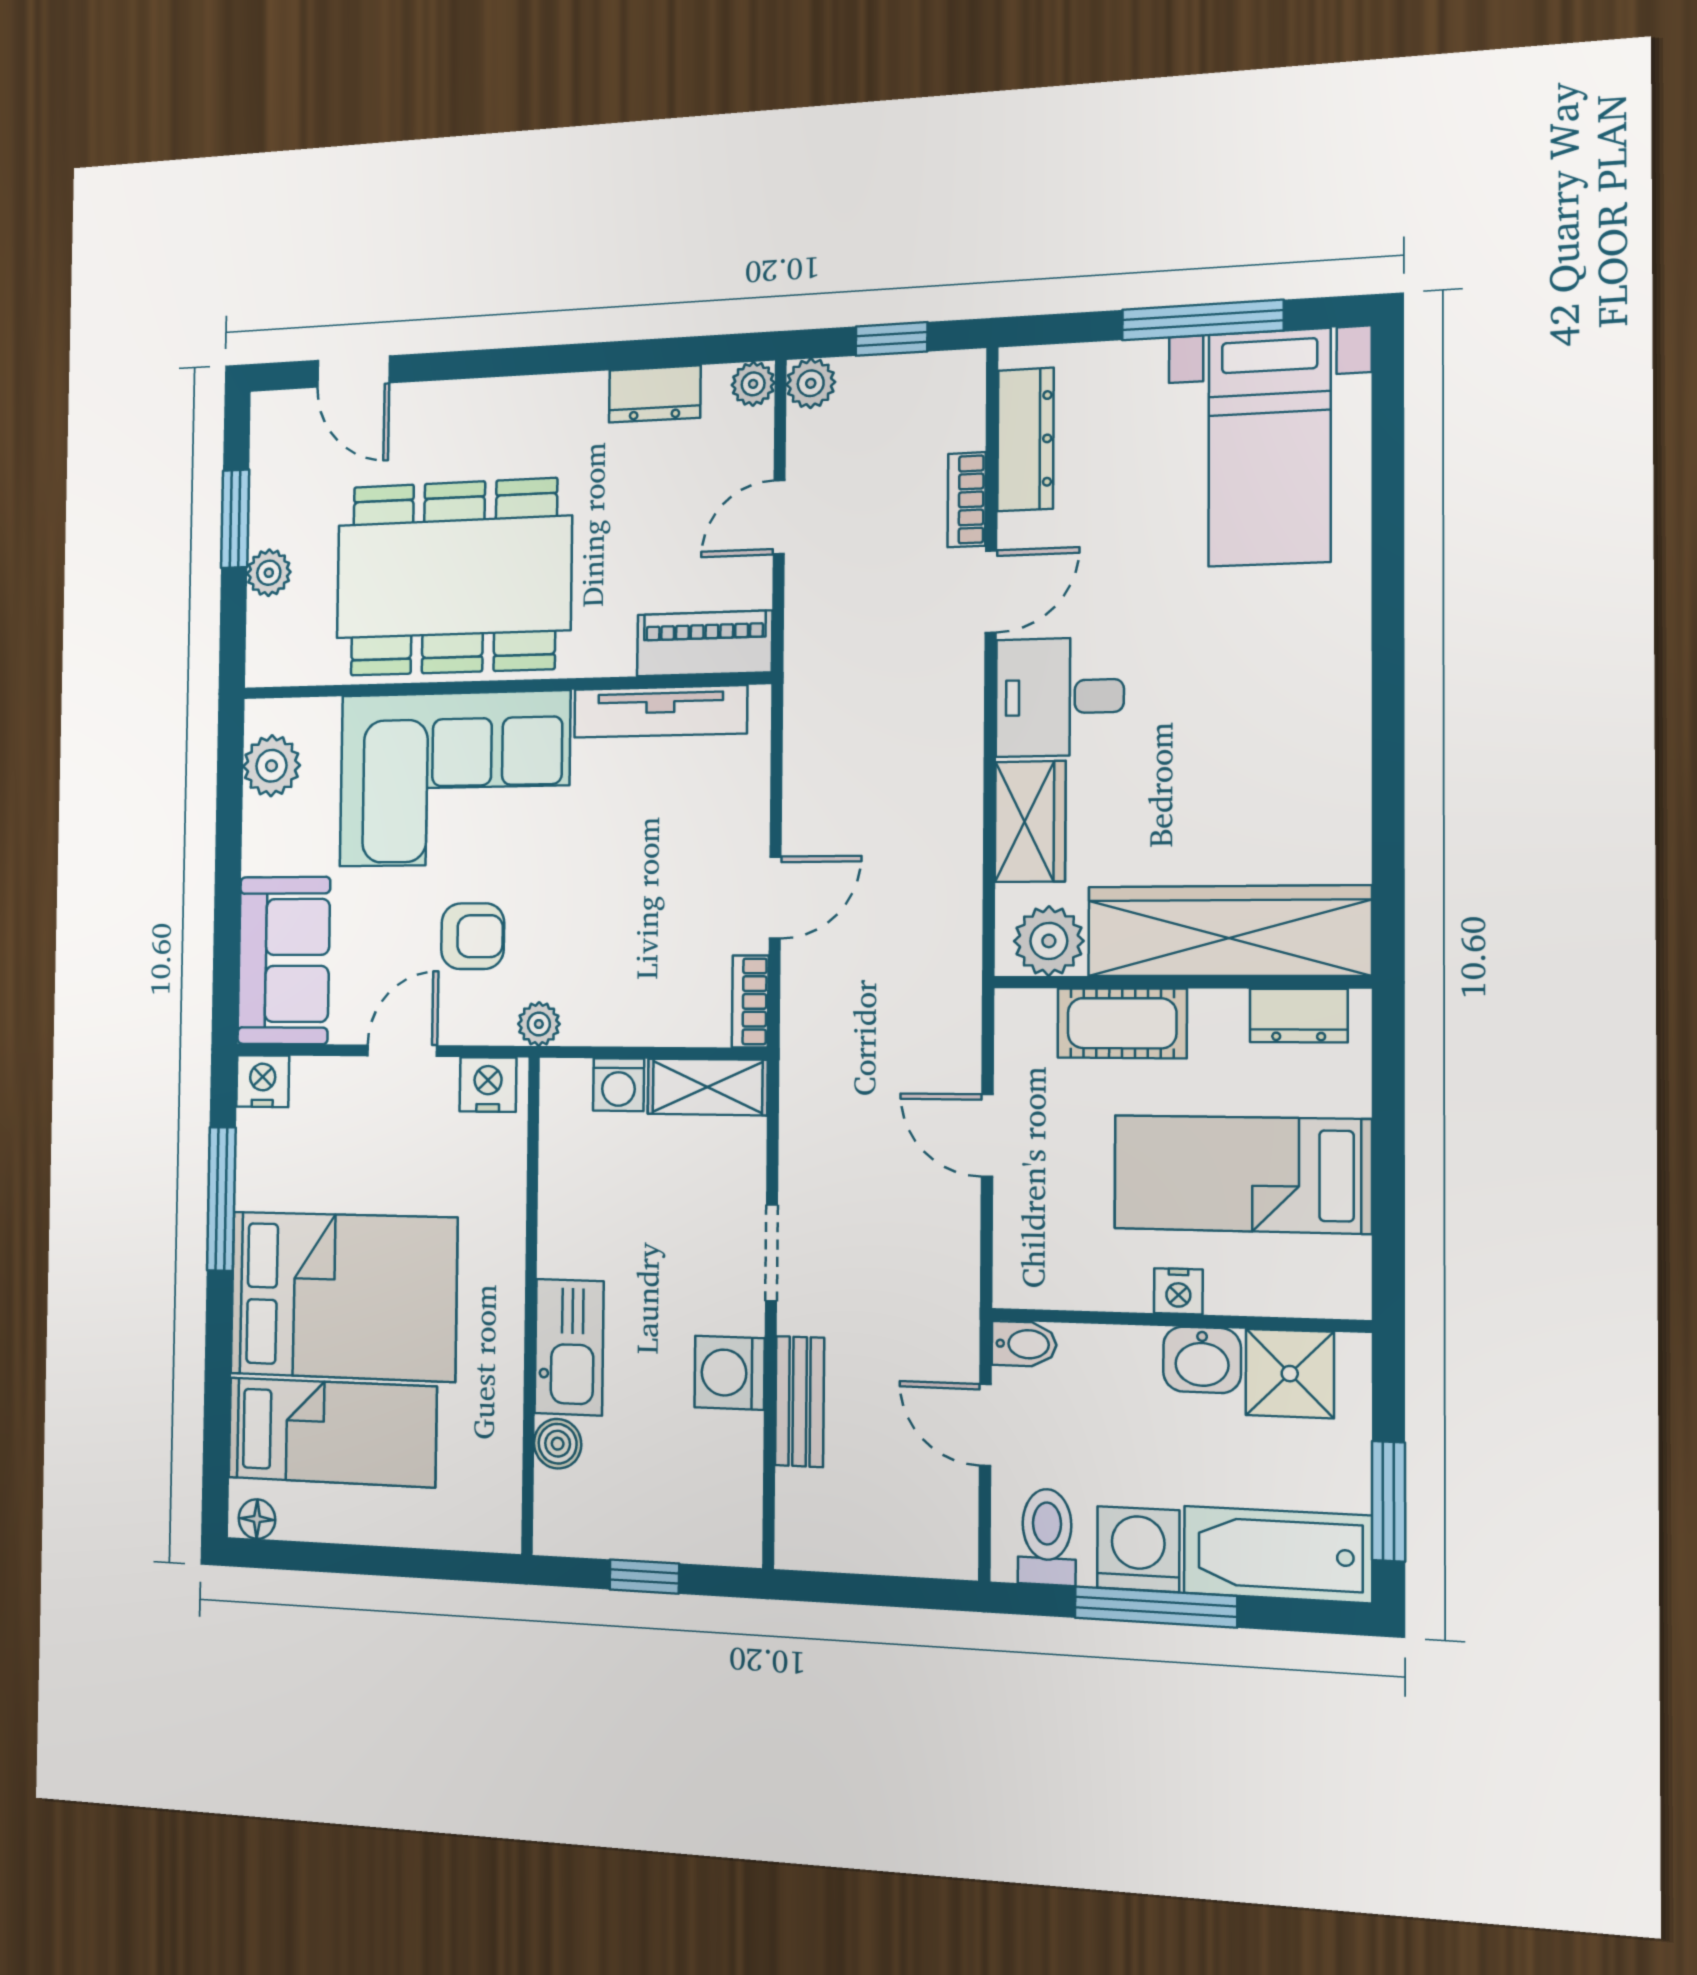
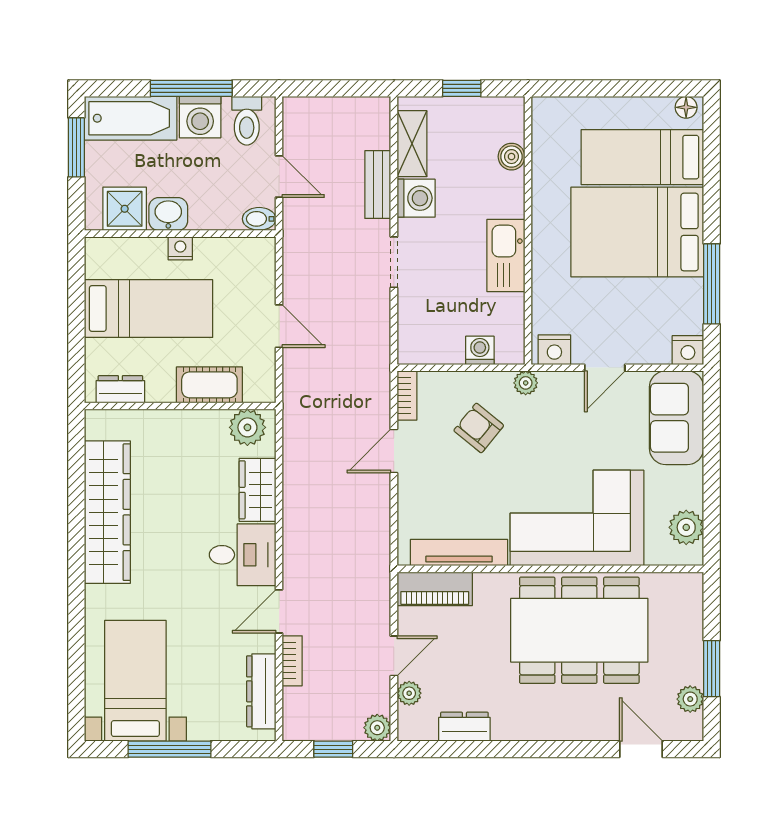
plant: (753, 384) -> (409, 693), moved
plant: (269, 573) -> (690, 699), moved
wardrobe: (1229, 931) -> (107, 512), moved, turned -90
armchair: (473, 936) -> (479, 428), moved, turned 39
shelving: (707, 1087) -> (412, 144), moved, turned 90
kitchen sink: (569, 1347) -> (506, 256), moved

